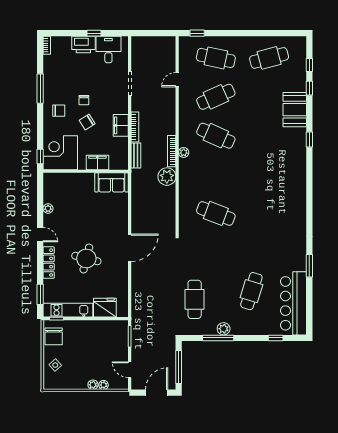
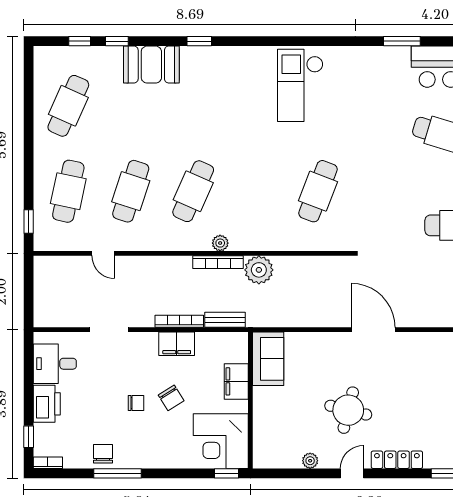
window: (94, 33) -> (29, 437), moved
cafe table: (269, 58) -> (68, 106), turned 39
cafe table: (216, 97) -> (131, 191), turned 42
chair: (59, 111) -> (103, 454), moved
checkout: (282, 202) -> (300, 85), added
round table: (86, 259) -> (348, 410), moved

